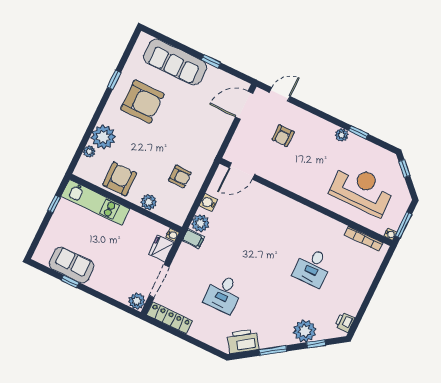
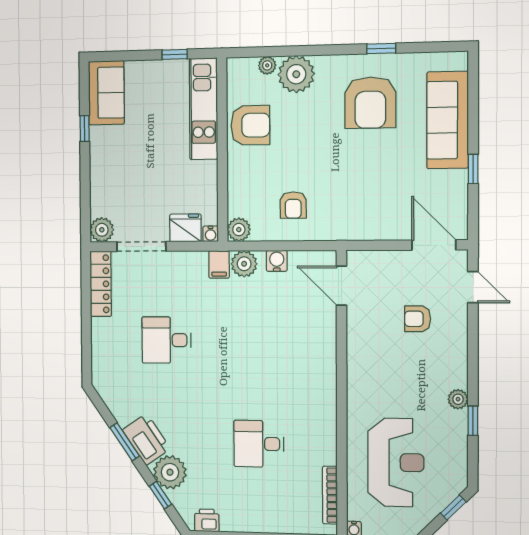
plant: (149, 202) -> (239, 230), moved
sofa: (72, 265) -> (106, 93), moved
printer: (243, 341) -> (146, 439), moved

